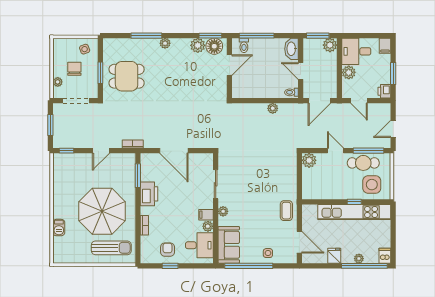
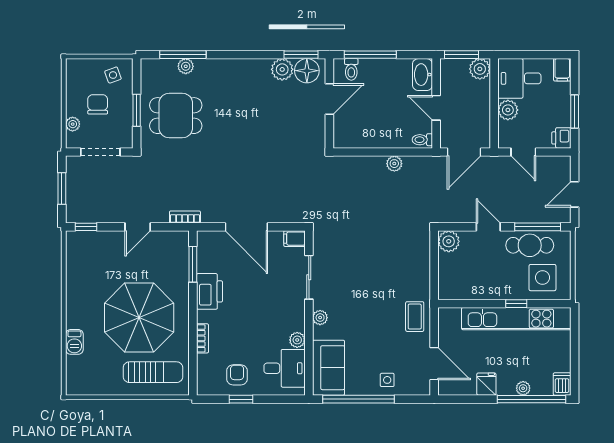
window: (146, 36) -> (183, 55), moved
plant: (165, 43) -> (186, 66), moved
filing cabinet: (206, 215) -> (294, 239), moved

